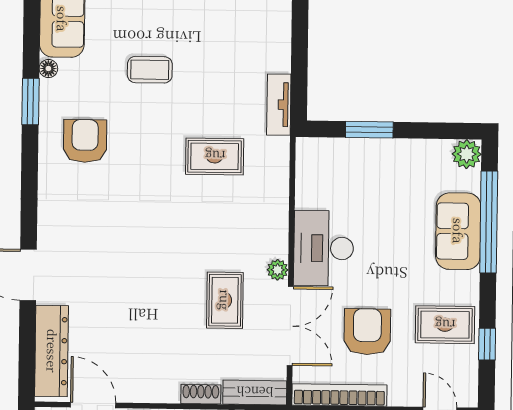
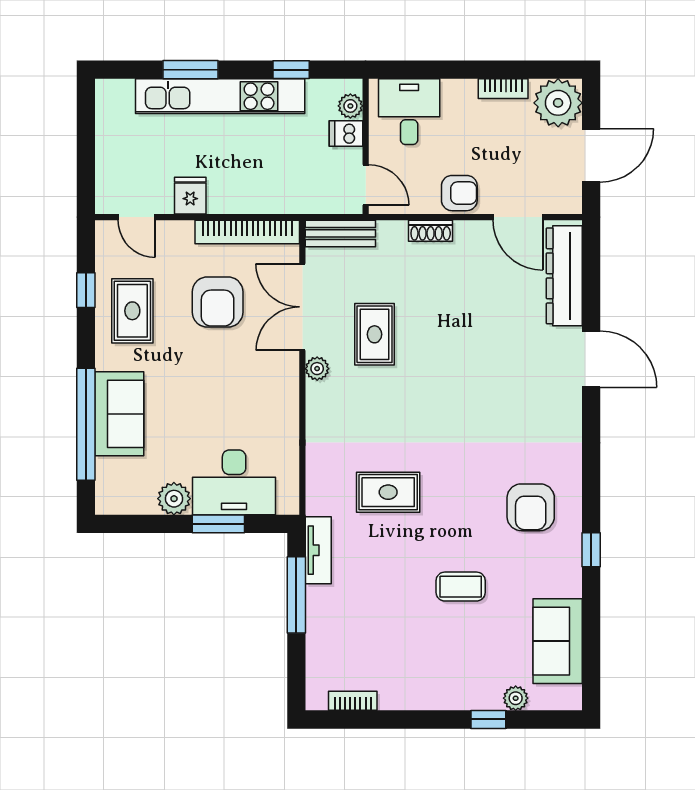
window: (299, 64) -> (296, 595), added
floor lamp: (48, 69) -> (572, 586), removed
window: (31, 102) -> (591, 550), width x0.67
plant: (467, 154) -> (174, 499), moved
desk: (324, 248) -> (234, 482), moved, turned 90
rug: (445, 325) -> (132, 311), turned 90
shoe rack: (201, 394) -> (431, 231), moved

